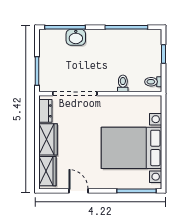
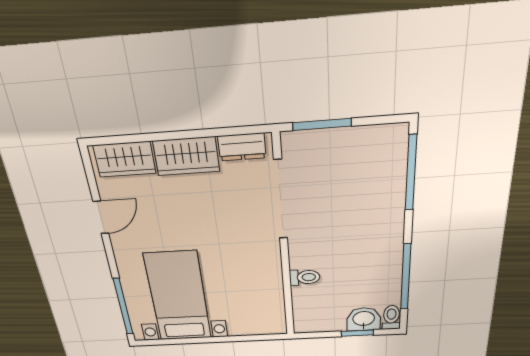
washbasin: (76, 37) -> (364, 319), moved, turned 90
toilet: (153, 82) -> (391, 317), moved
bed with nightstands: (132, 148) -> (178, 297), width x0.73

